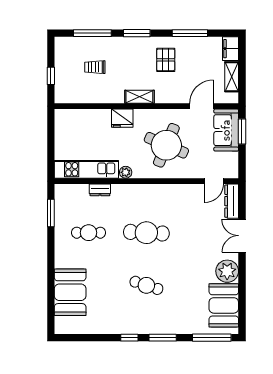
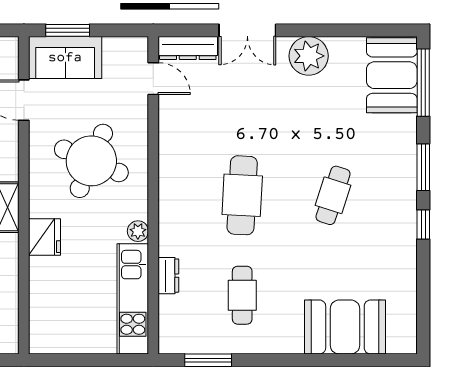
booth: (224, 305) -> (392, 75), moved, turned 90

